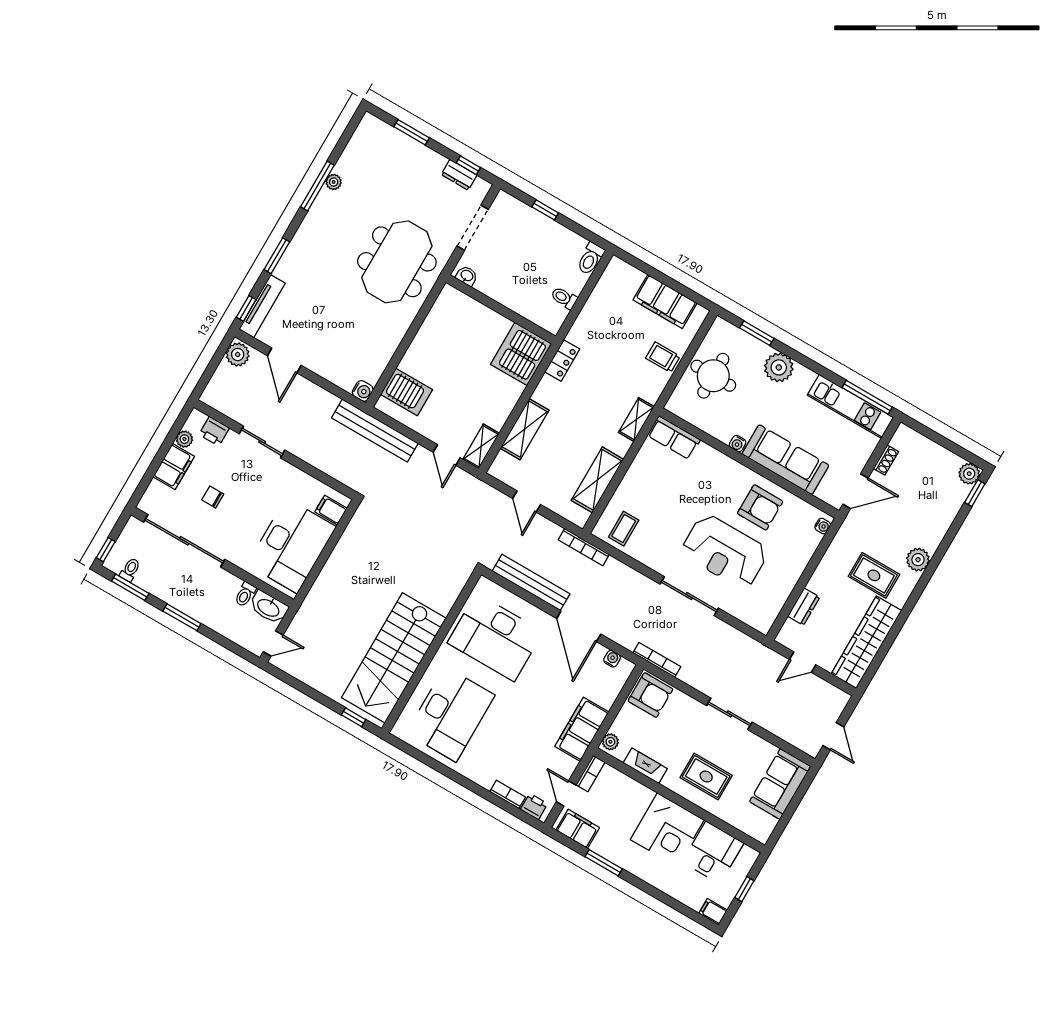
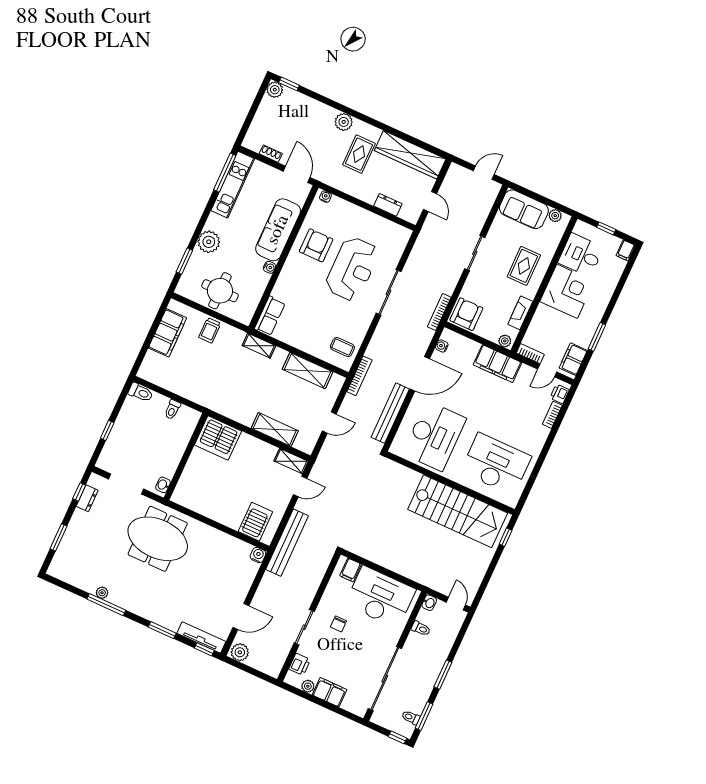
locker: (562, 360) -> (220, 406), removed
chair: (213, 497) -> (338, 624), moved
washbasin: (269, 607) -> (429, 603), width x0.52, depth x0.69
plant: (768, 824) -> (555, 216), added

